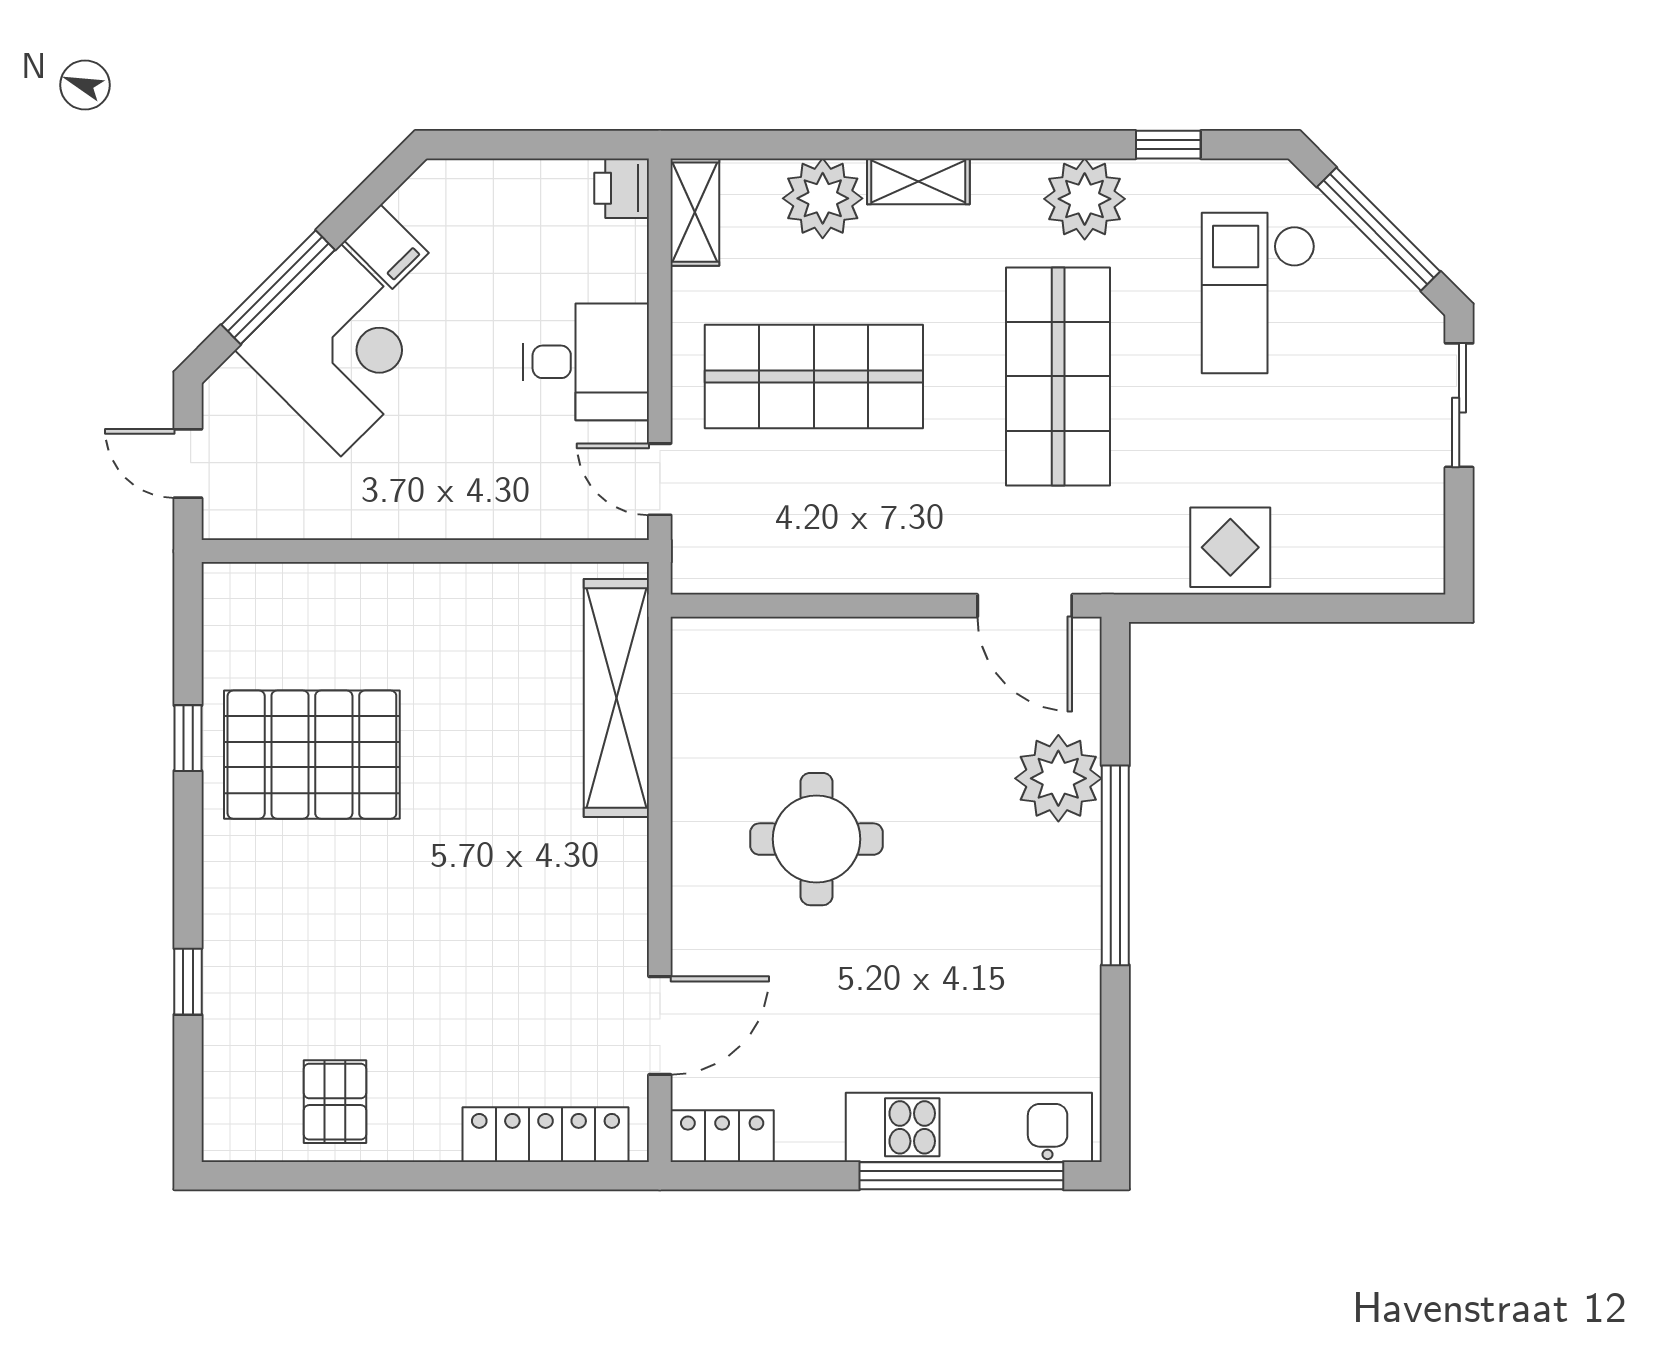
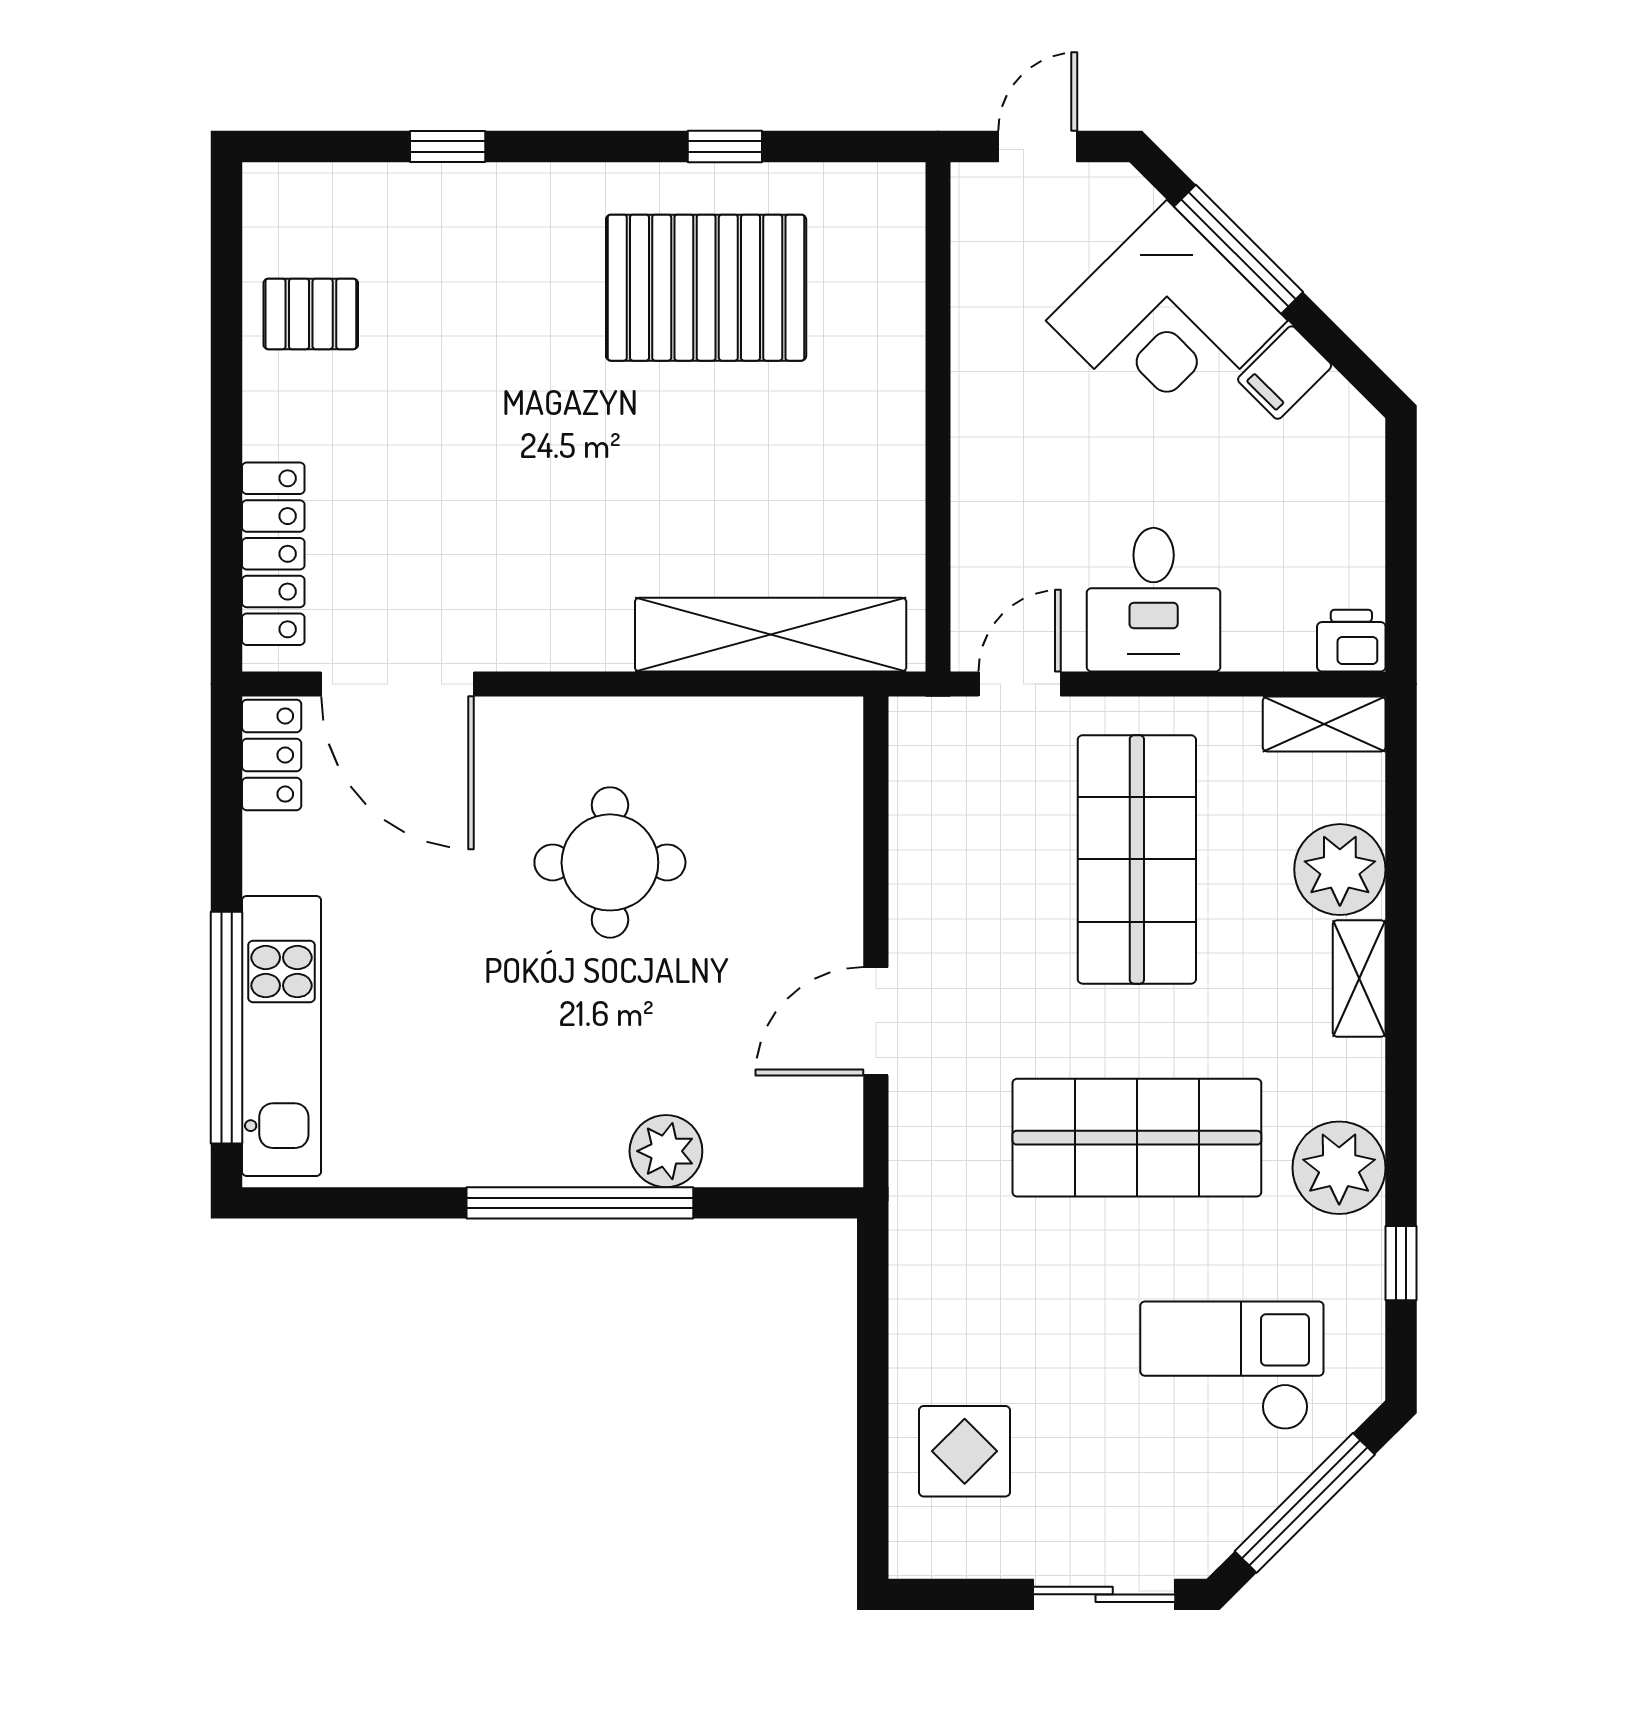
display table: (1230, 547) -> (965, 1451), moved
door: (1025, 606) -> (876, 1021), moved
pallet: (312, 755) -> (706, 288), turned 90
plant: (1058, 778) -> (666, 1151), width x0.73, depth x0.73
door: (660, 1026) -> (397, 684), width x1.36

